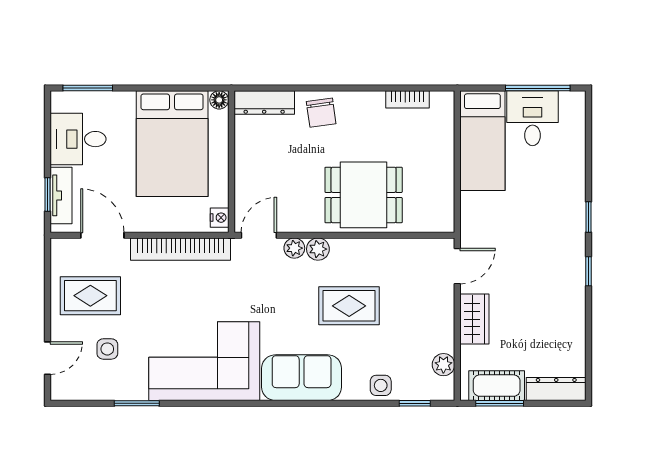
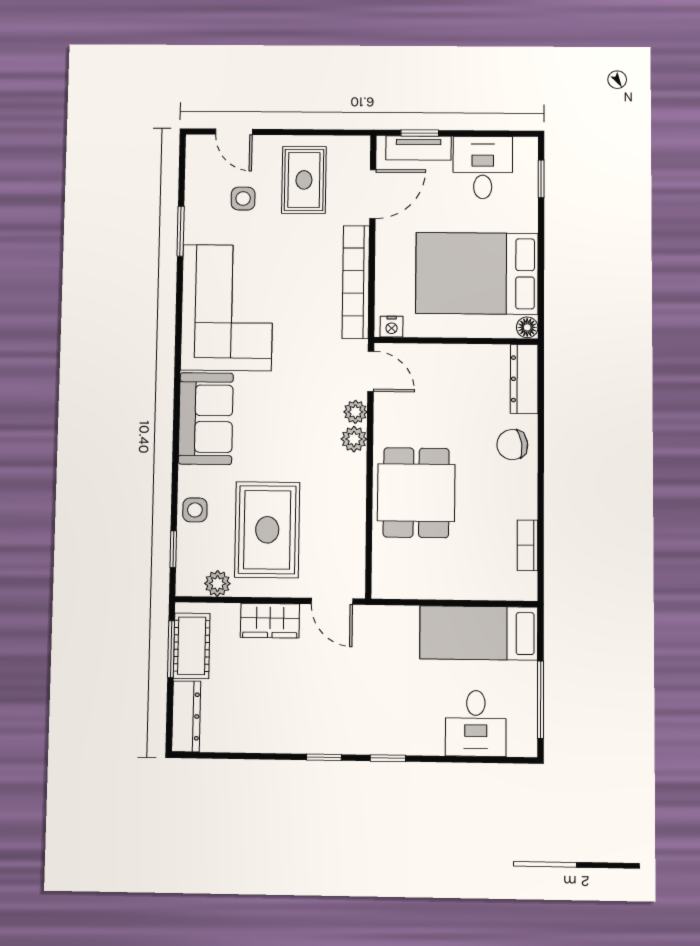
window: (88, 88) -> (541, 179), width x0.67
desk: (533, 118) -> (476, 723), moved, turned 90
rug: (349, 306) -> (267, 530), moved, width x1.36, depth x1.43

